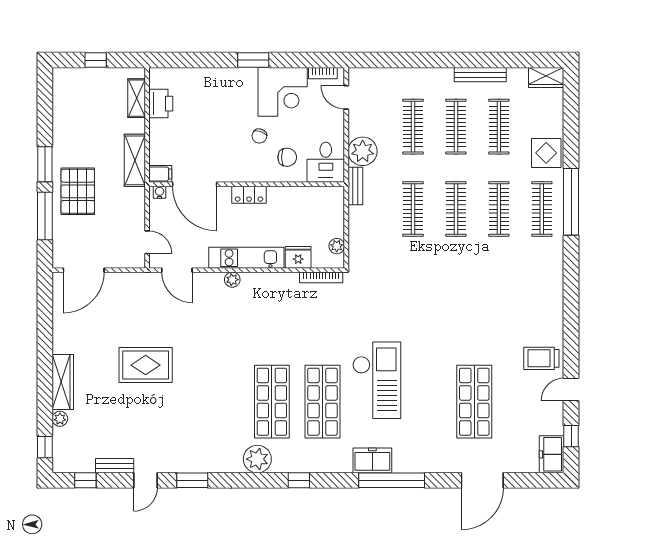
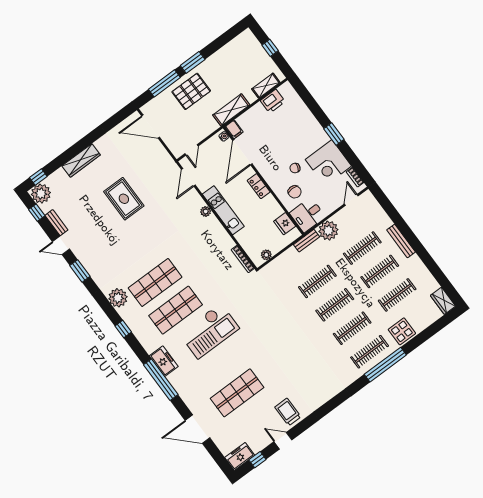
bench: (480, 75) -> (401, 241), moved
fridge: (298, 257) -> (285, 224), moved, turned 180
plant: (60, 419) -> (41, 194), moved, width x1.87, depth x1.87

